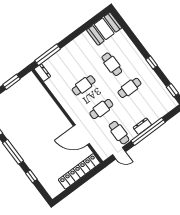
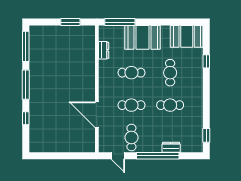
booth: (72, 54) -> (142, 37), added
window: (152, 63) -> (206, 61), moved
dresser: (42, 73) -> (104, 50), moved
dresser: (142, 126) -> (171, 147), moved
locker: (79, 171) -> (71, 145), removed

